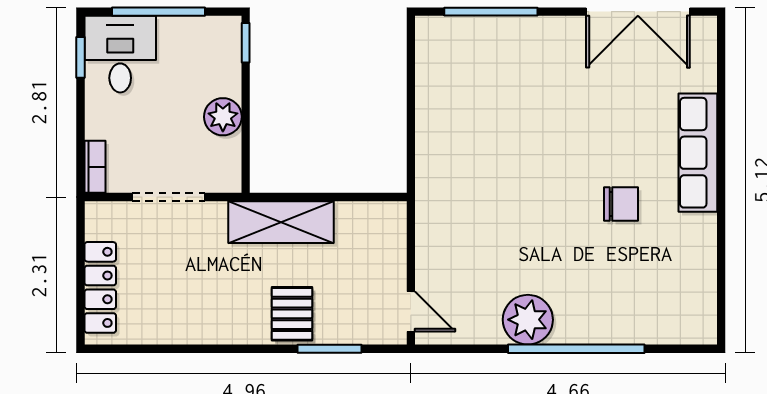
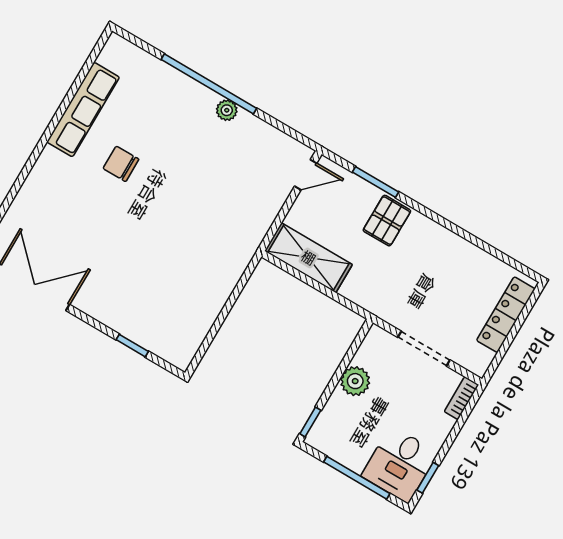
window: (491, 12) -> (132, 346), width x0.46
row of seats: (698, 153) -> (83, 110), moved
shelving: (281, 222) -> (308, 258), moved
door: (411, 312) -> (306, 175), swing flipped
plant: (528, 320) -> (227, 110), width x0.53, depth x0.53

